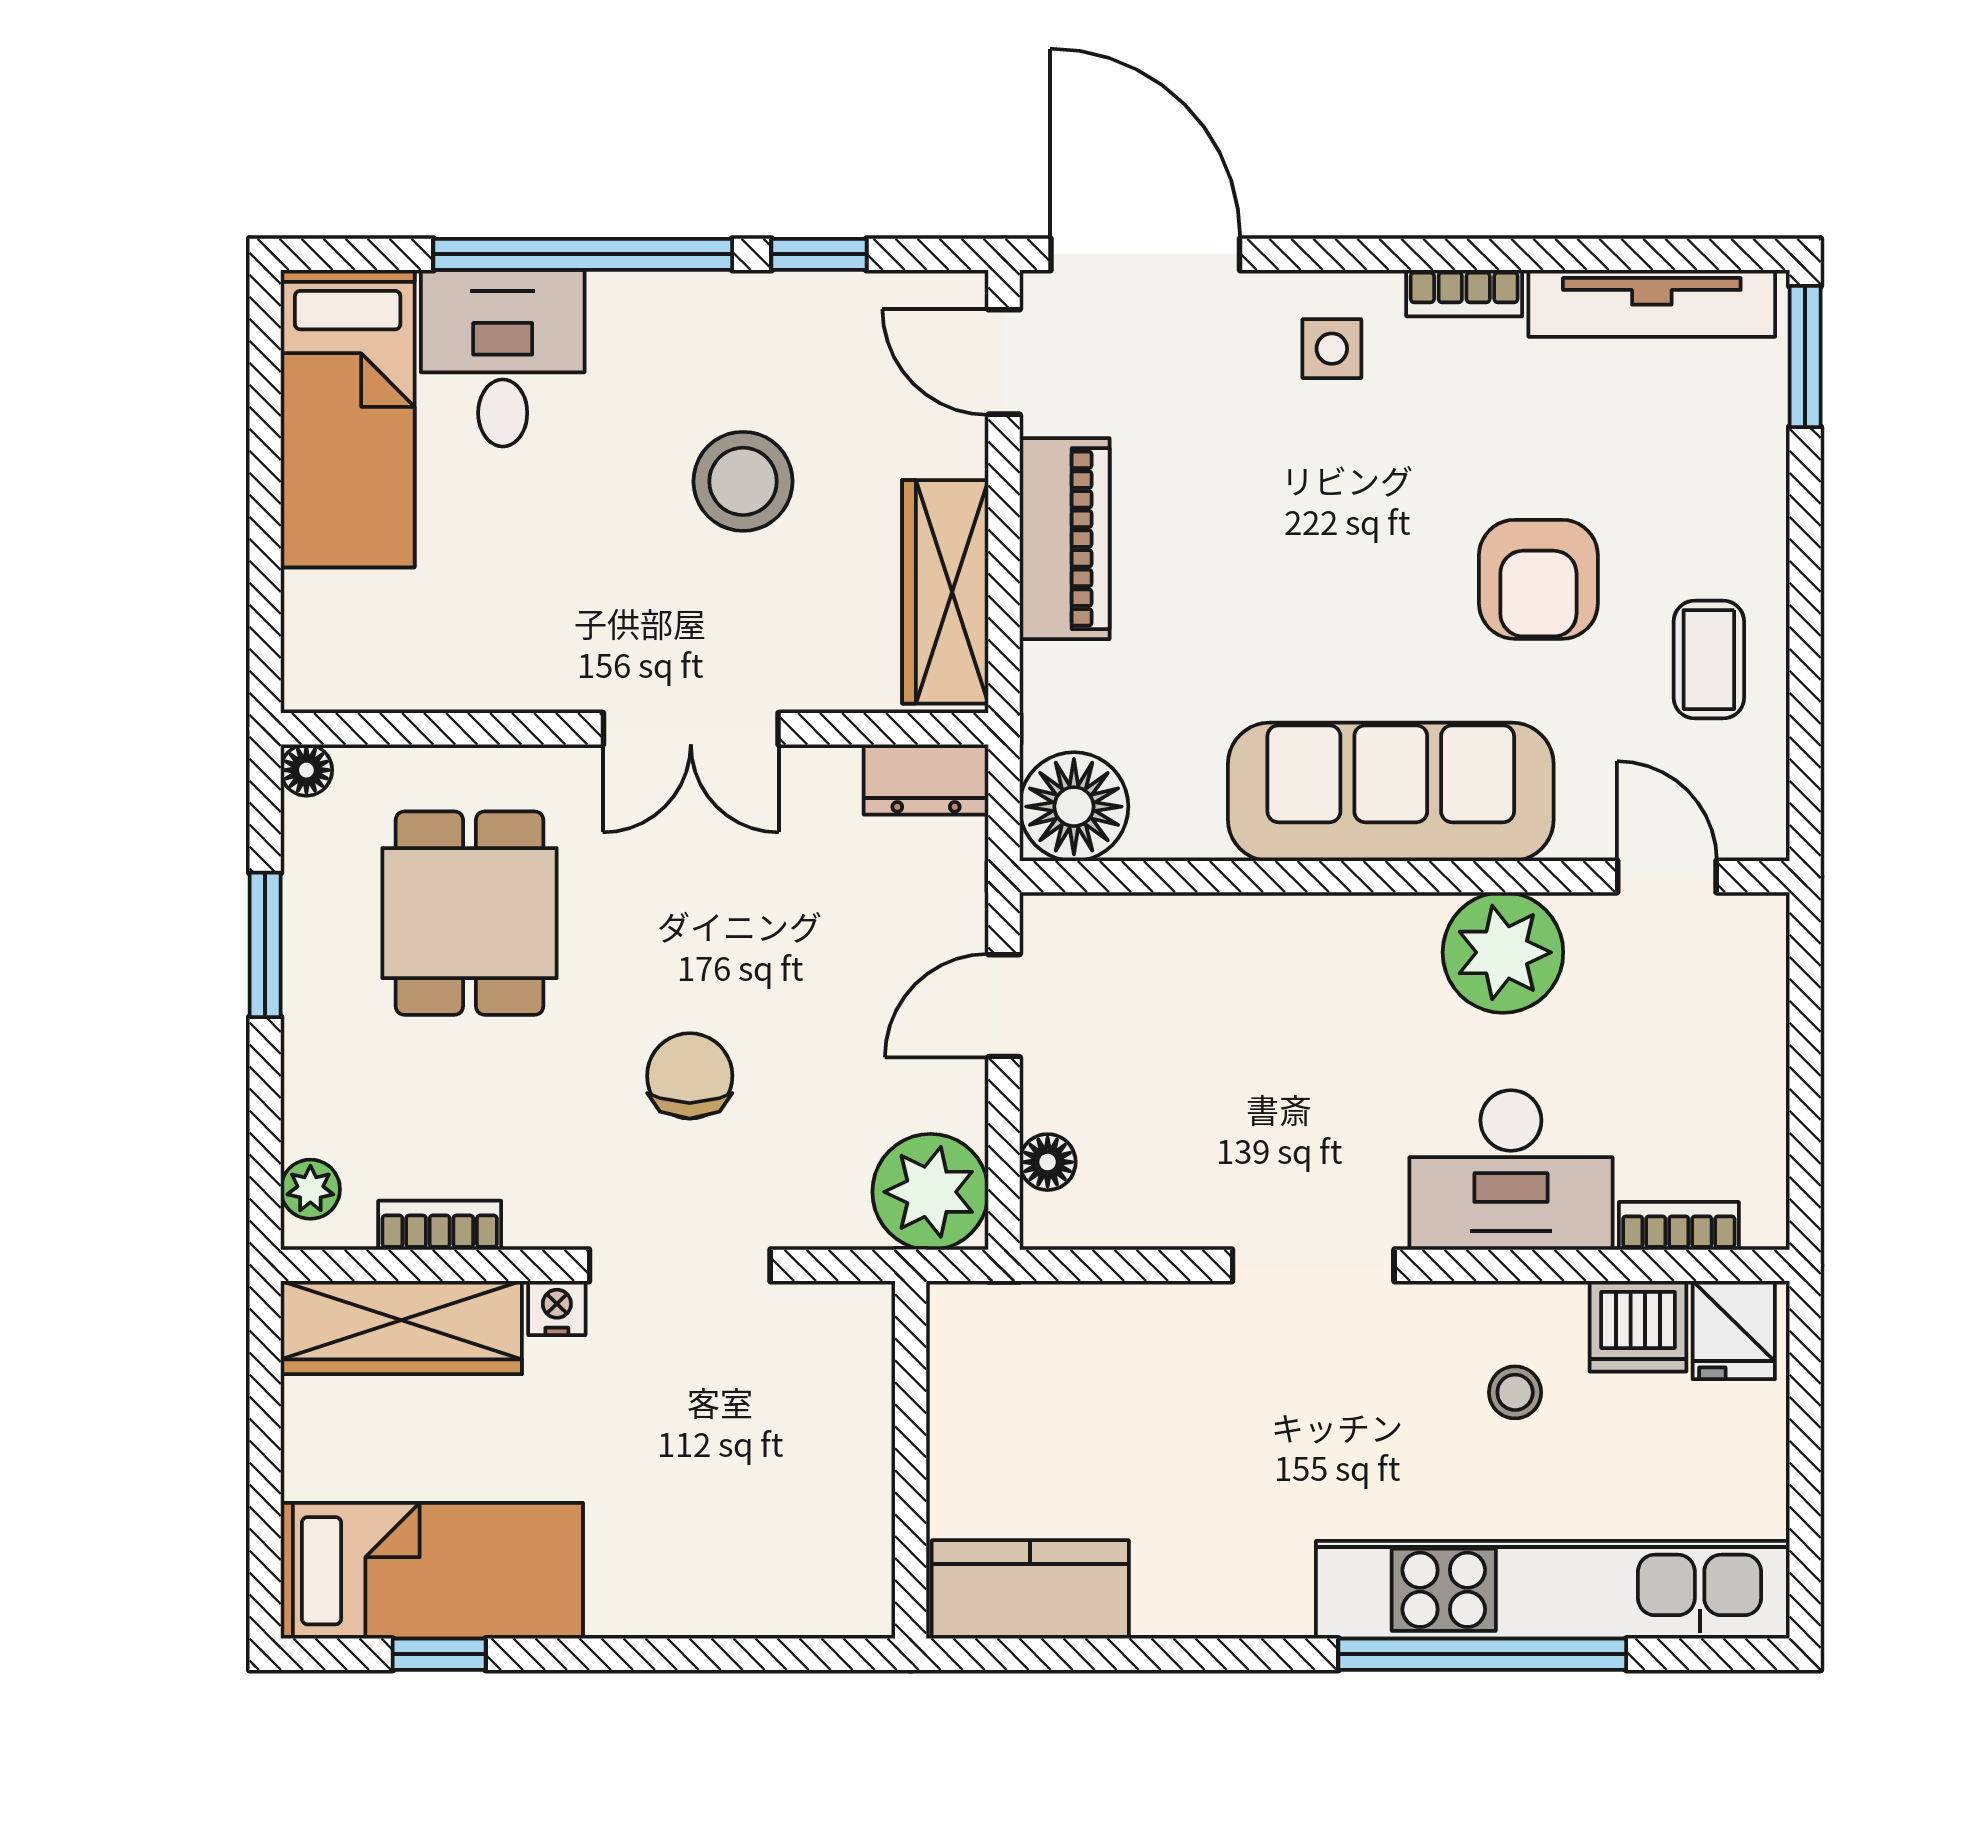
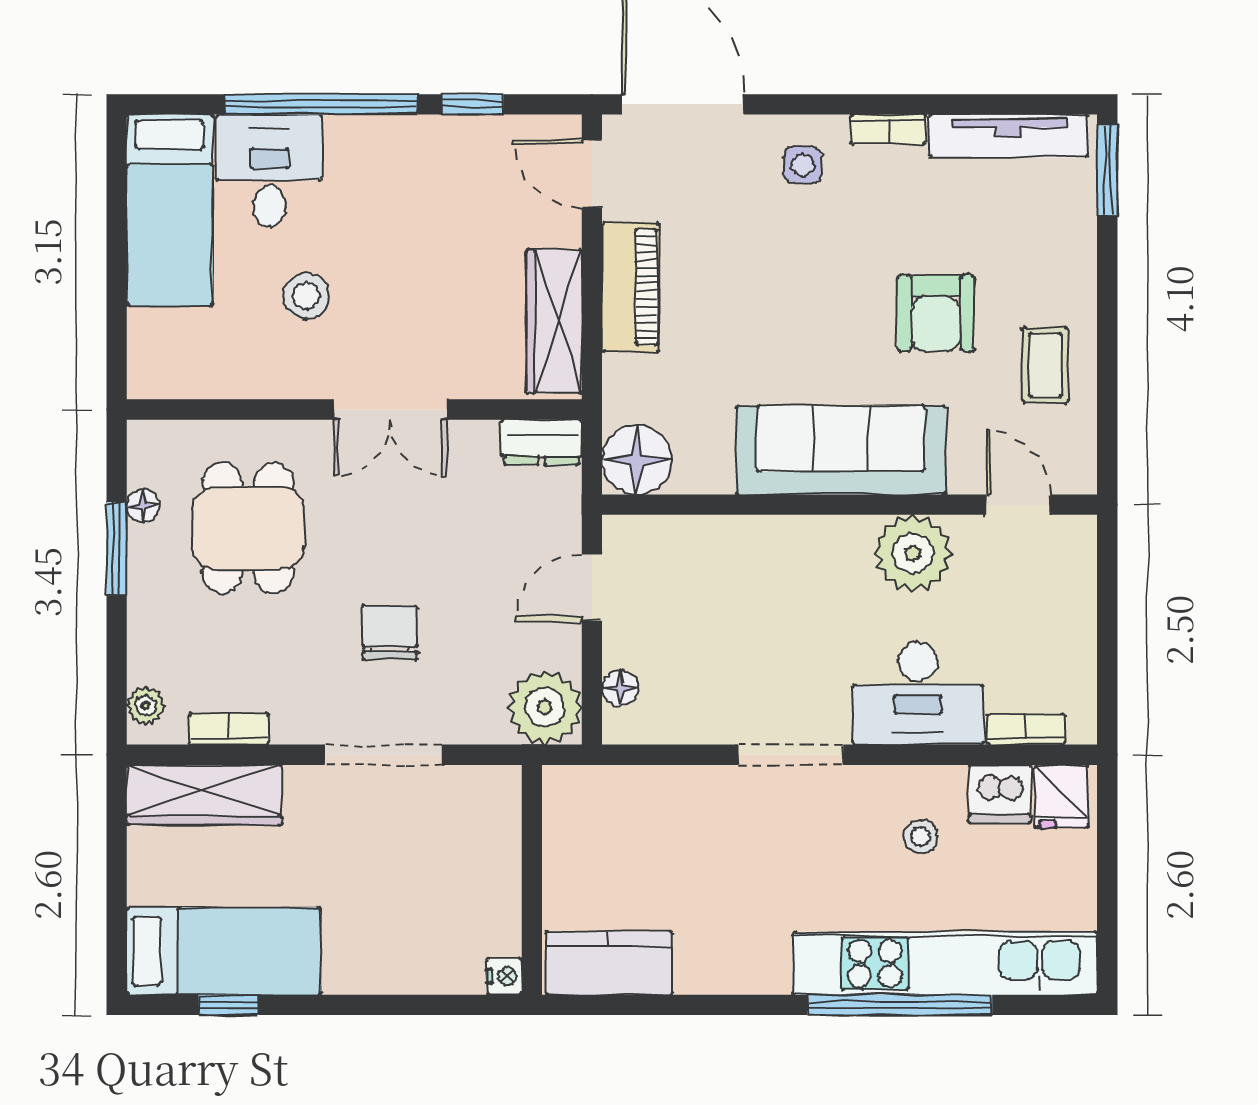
stool: (743, 481) -> (306, 296), moved, width x0.73, depth x0.73
floor lamp: (306, 770) -> (143, 506), moved
nightstand: (557, 1308) -> (504, 976), moved, turned 90

